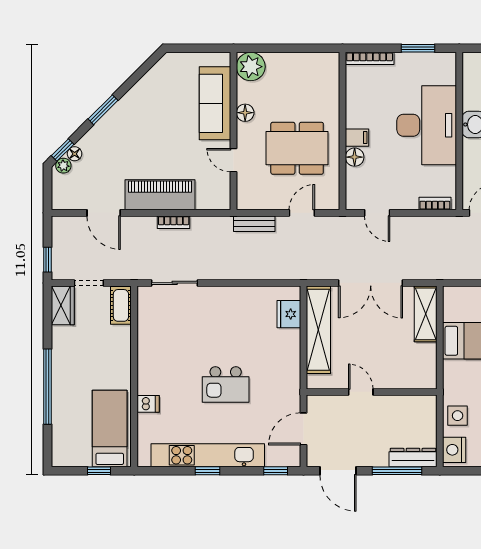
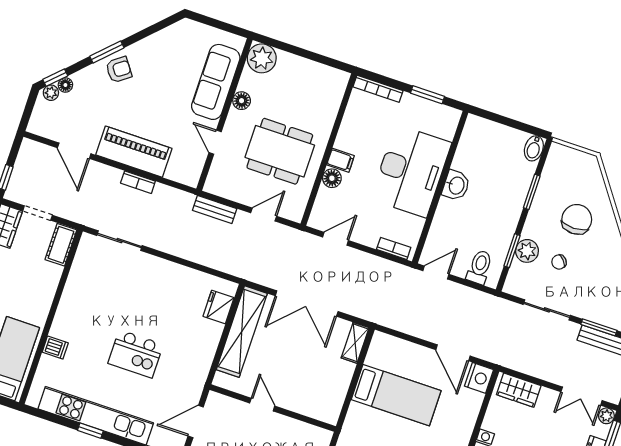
armchair: (120, 122) -> (119, 70), added
door: (377, 213) -> (336, 239), swing flipped
shelving: (426, 314) -> (355, 343), width x0.67, depth x0.75

